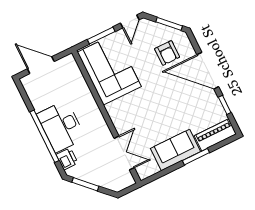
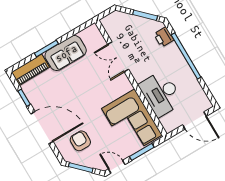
door: (130, 21) -> (117, 167), hinge flipped
desk: (61, 126) -> (161, 94), moved, turned 180
double door: (124, 153) -> (118, 57), moved

